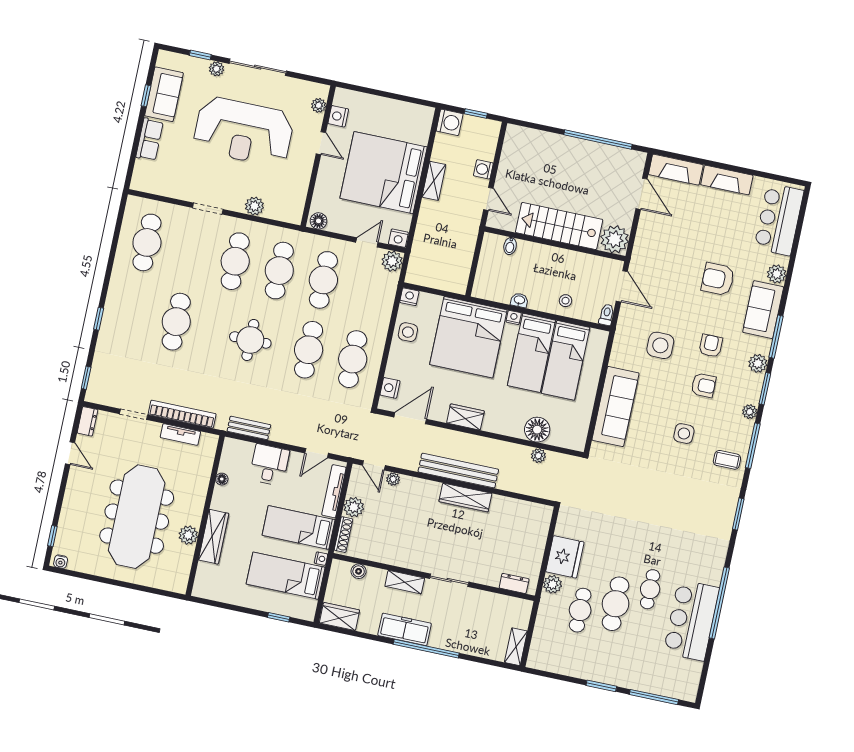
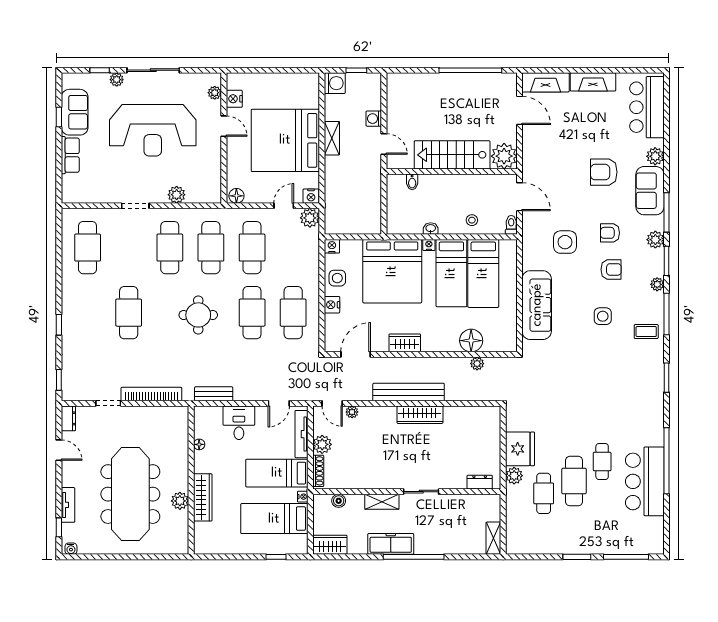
armchair: (711, 346) -> (610, 233), turned -90
nightstand: (390, 388) -> (332, 305), moved
tv unit: (180, 434) -> (68, 505), moved, turned -90

